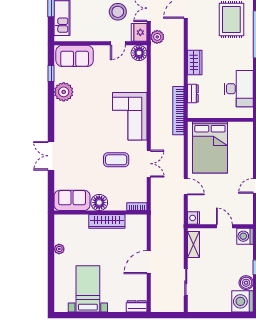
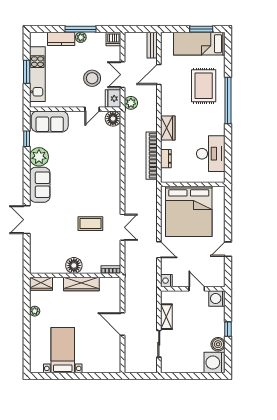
bookcase: (178, 111) -> (152, 156), moved
corner sofa: (130, 116) -> (104, 181), removed
bed: (210, 147) -> (189, 211), width x1.36
sofa: (72, 200) -> (40, 185), moved, turned 90
wardrobe: (66, 221) -> (41, 284), added
shelving: (193, 244) -> (166, 317), moved
door: (149, 262) -> (122, 324), hinge flipped
dresser: (137, 306) -> (111, 367), removed

